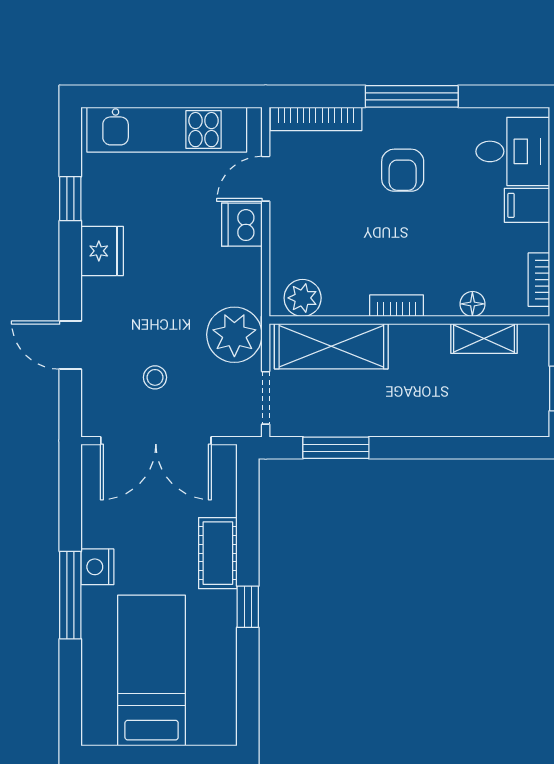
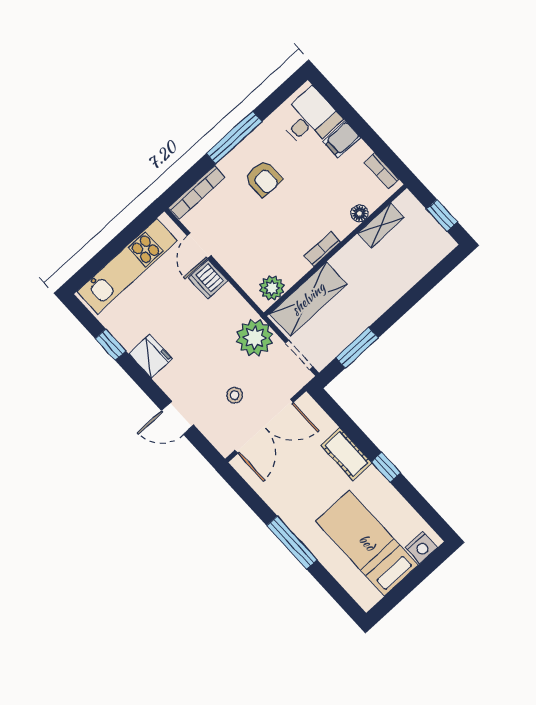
nightstand: (97, 567) -> (421, 548), moved, turned -90

